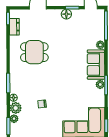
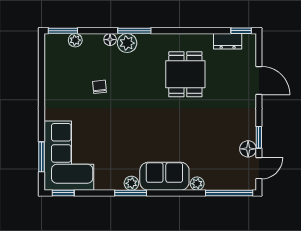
floor lamp: (66, 14) -> (248, 149), moved
plant: (16, 108) -> (127, 43), moved

